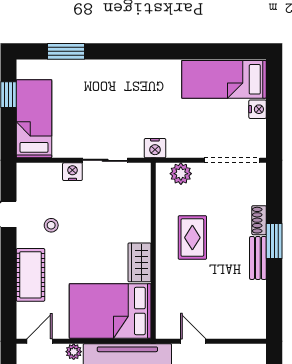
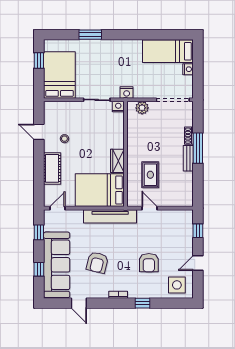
window: (66, 51) -> (90, 35), moved
bed: (34, 119) -> (59, 75), width x1.50
nightstand: (72, 172) -> (118, 107), moved
rug: (192, 238) -> (150, 175), moved
window: (274, 241) -> (198, 148), width x1.44
plant: (74, 352) -> (78, 214), removed

